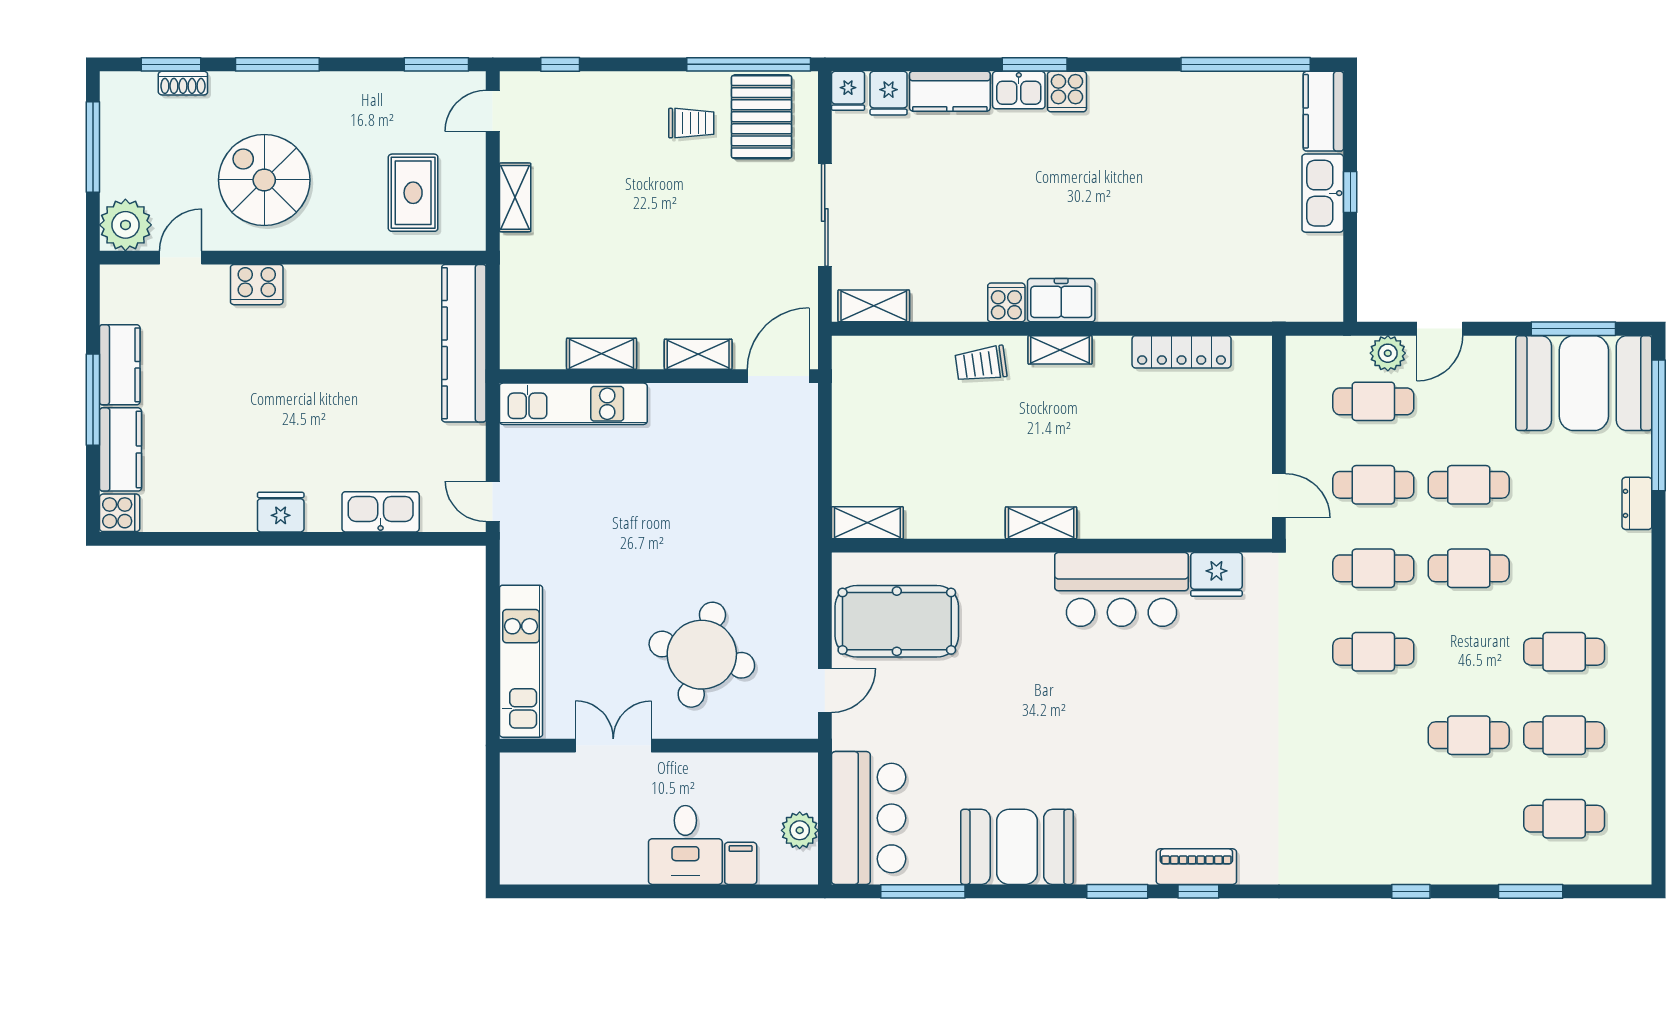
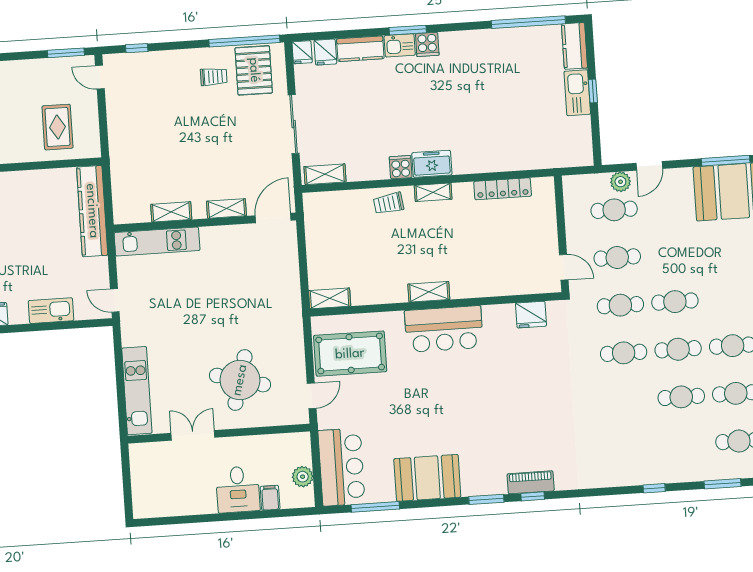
door: (493, 111) -> (100, 77), hinge flipped
shelving: (515, 197) -> (116, 126), removed
cafe table: (1469, 485) -> (678, 349), moved
bar counter: (1122, 589) -> (444, 329), moved

